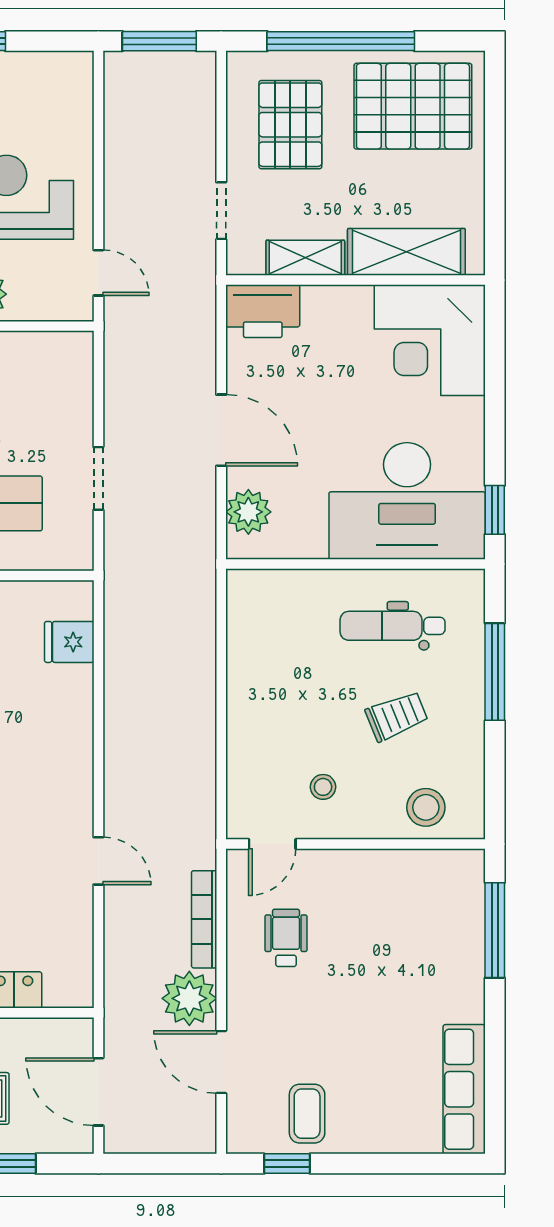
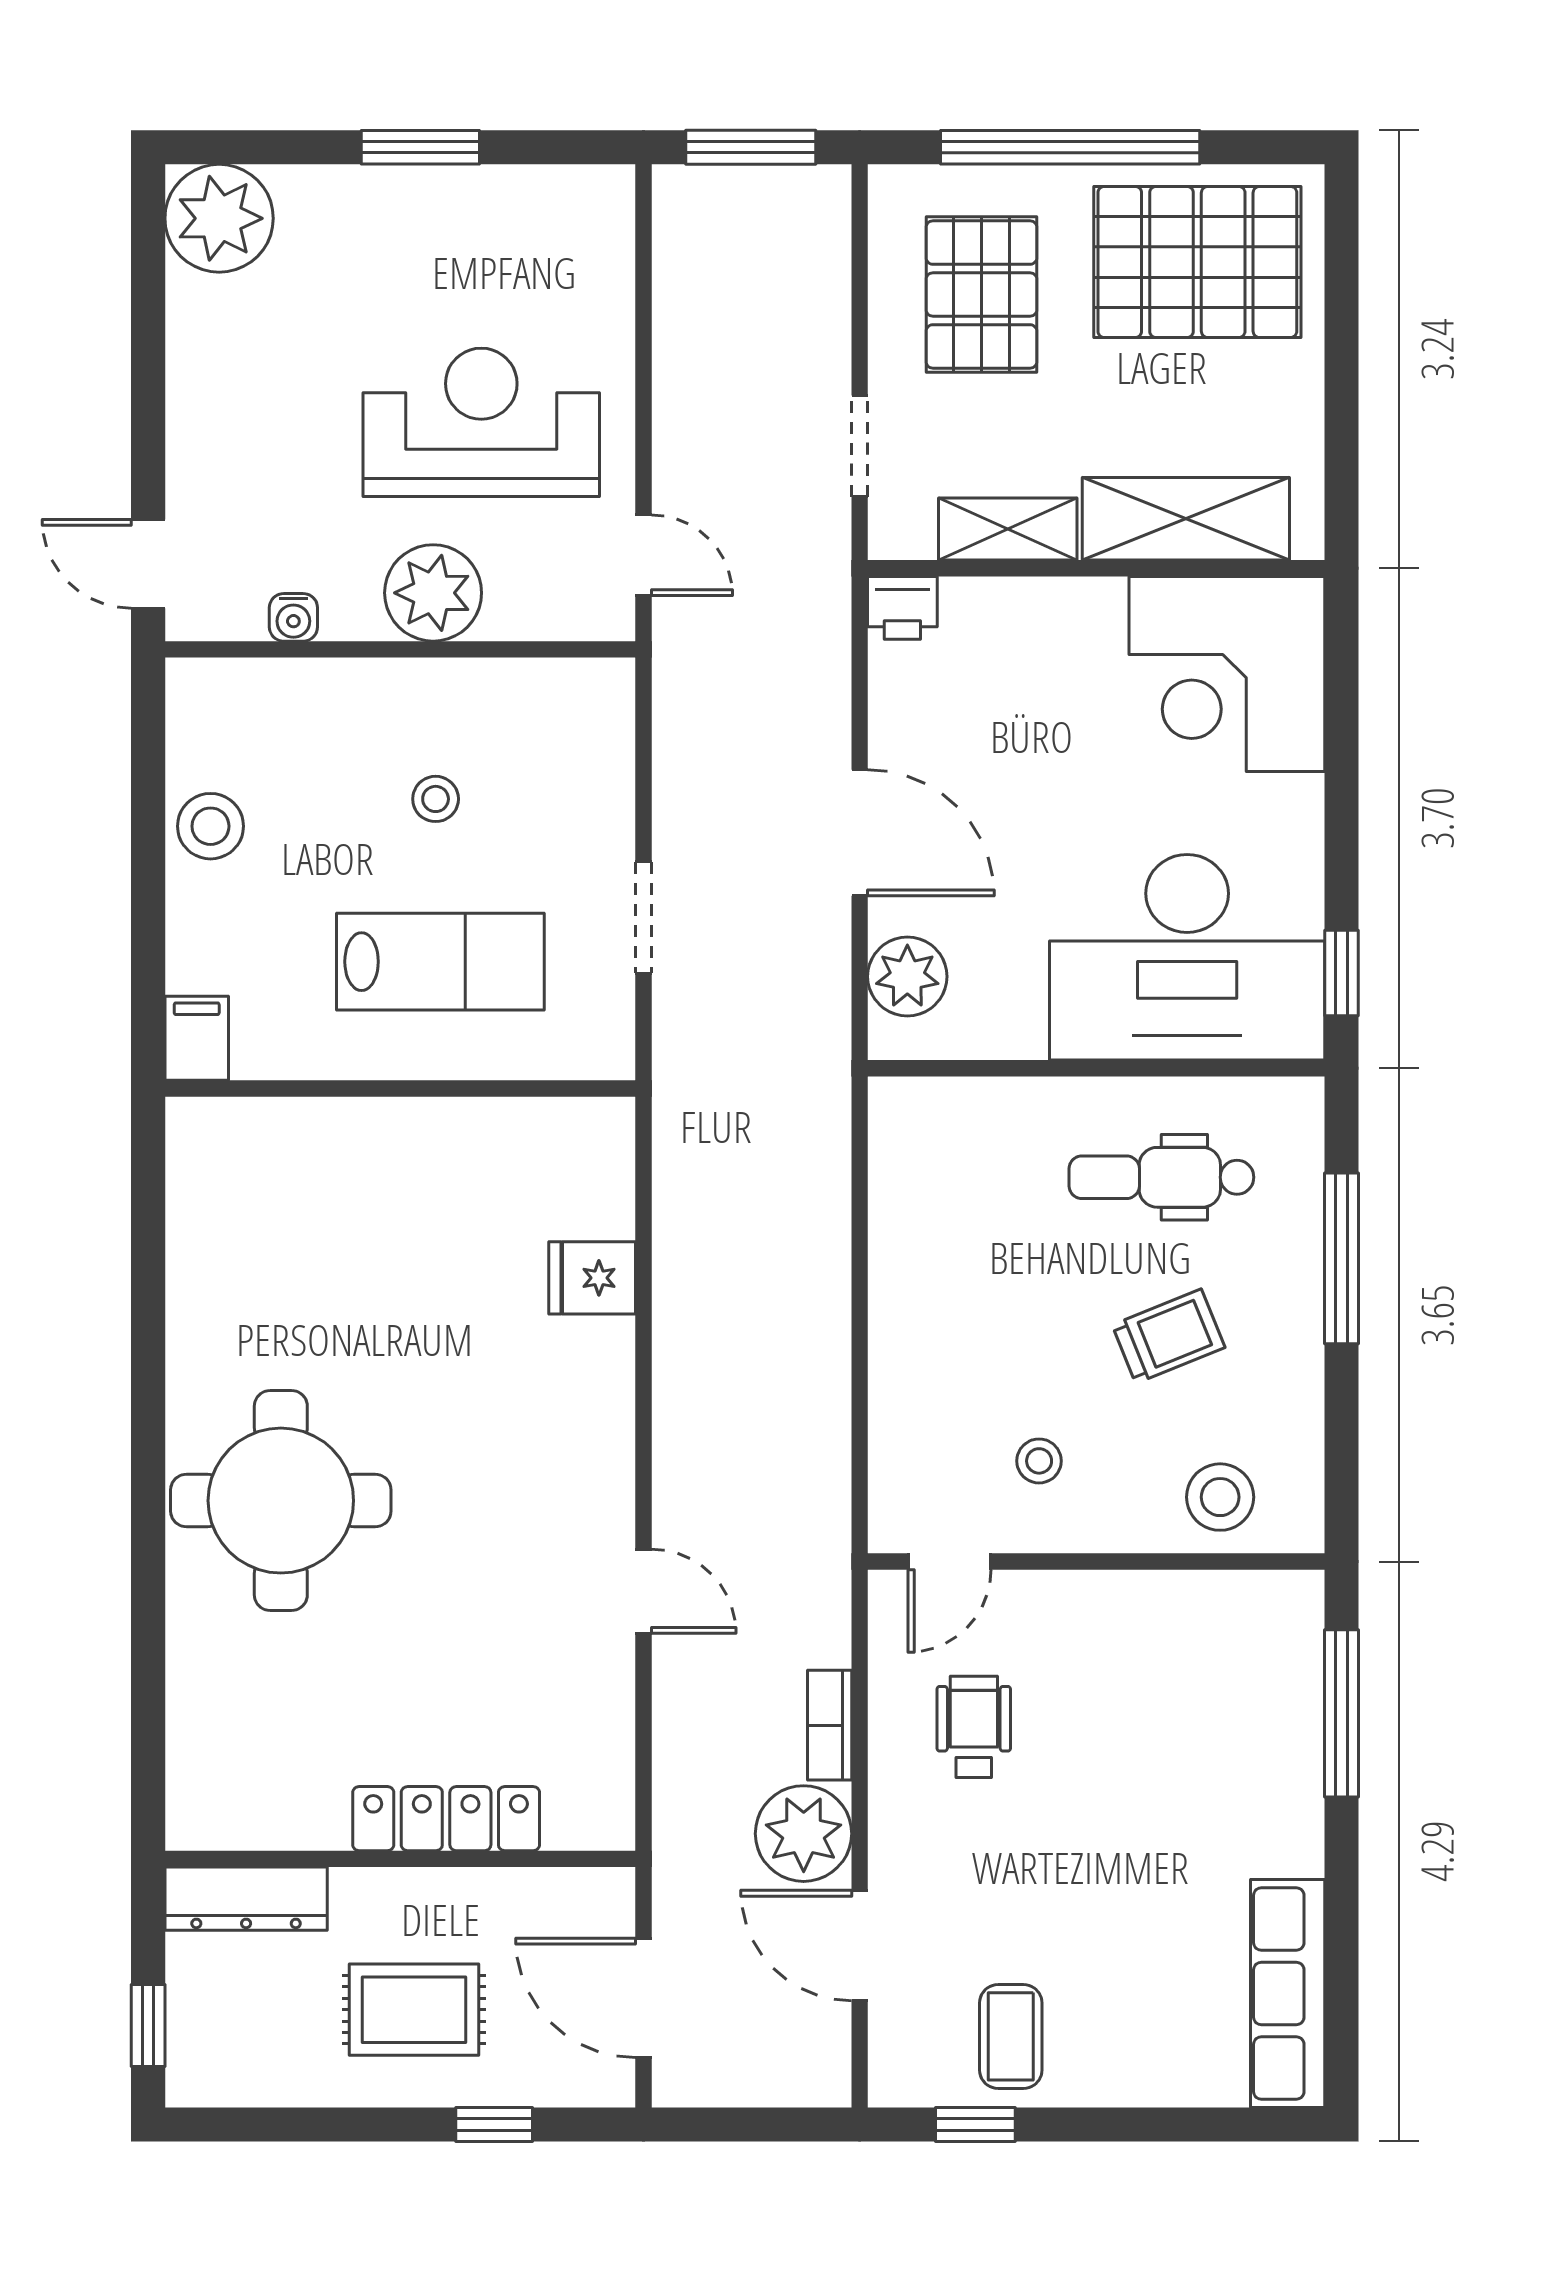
printer: (263, 311) -> (902, 608), width x0.53, depth x0.68
fridge: (69, 642) -> (592, 1278), moved
bookcase: (204, 919) -> (830, 1725), width x0.64

